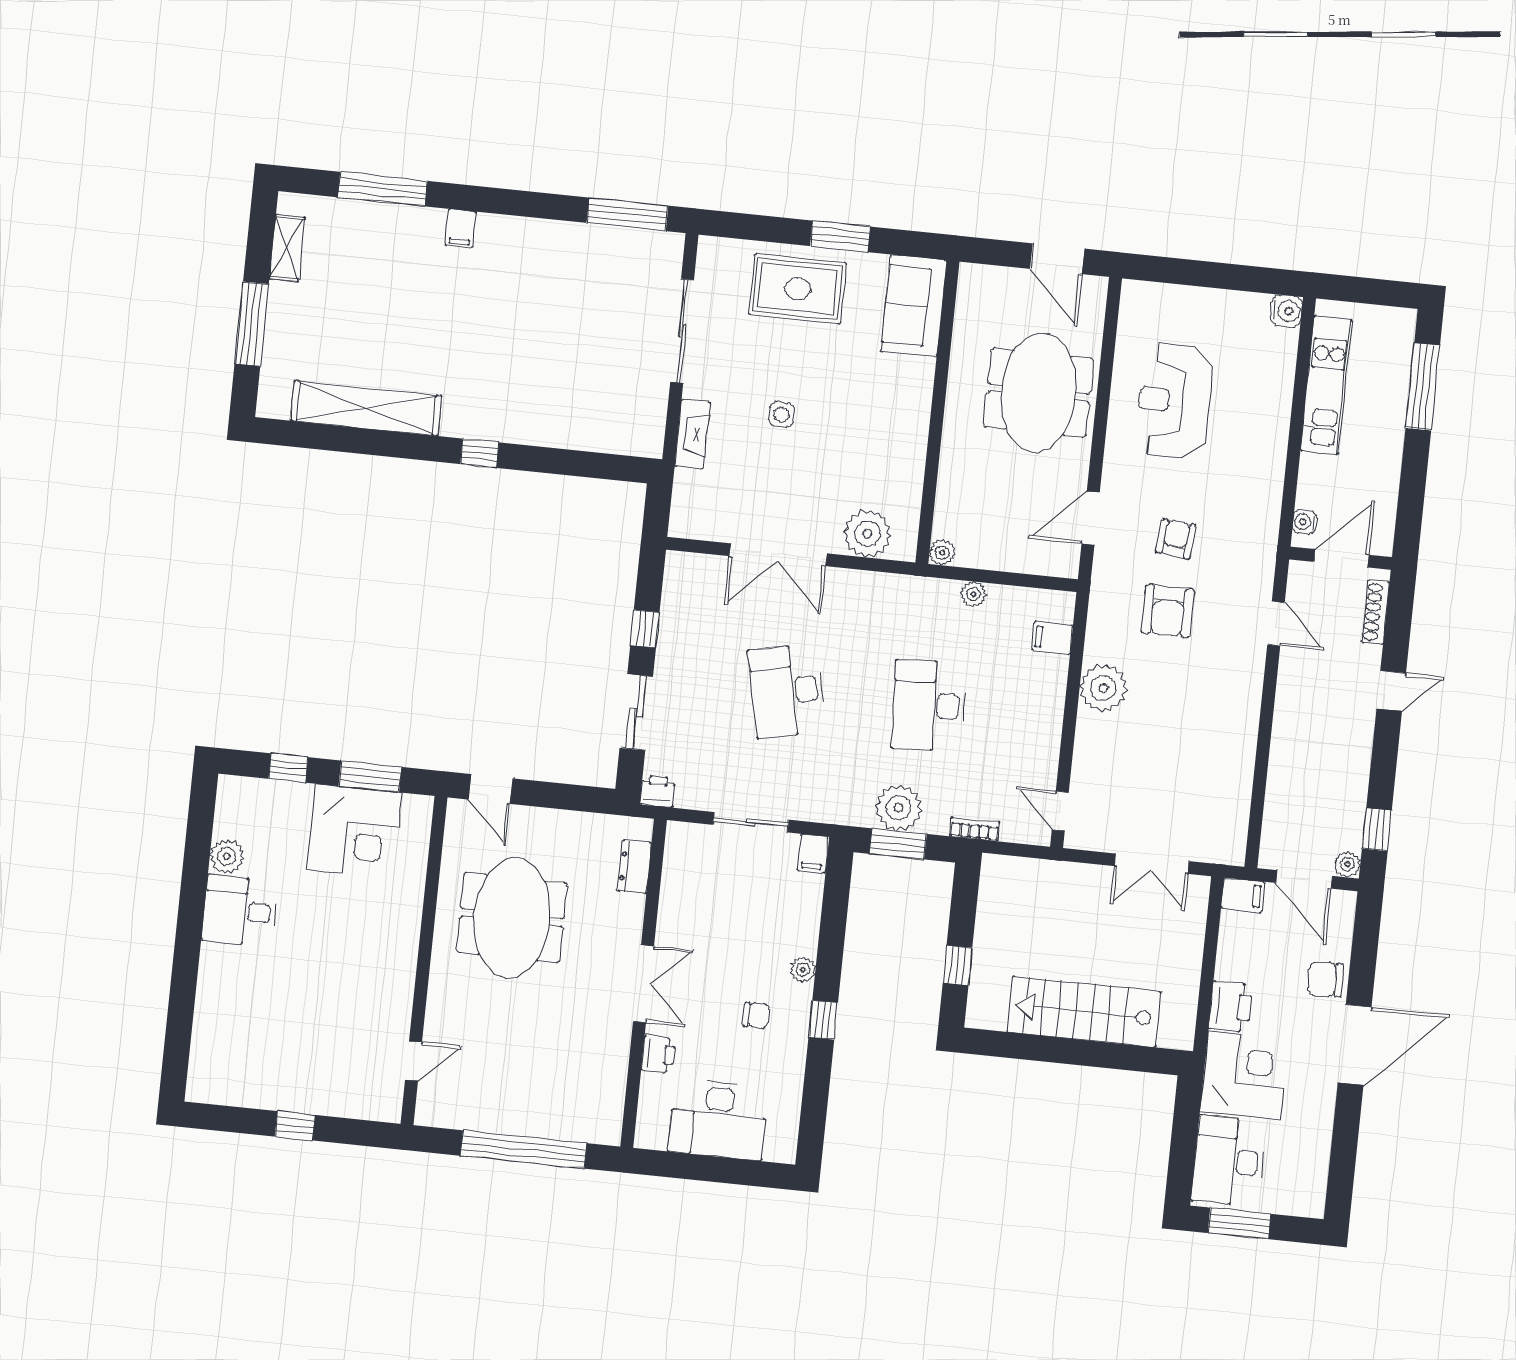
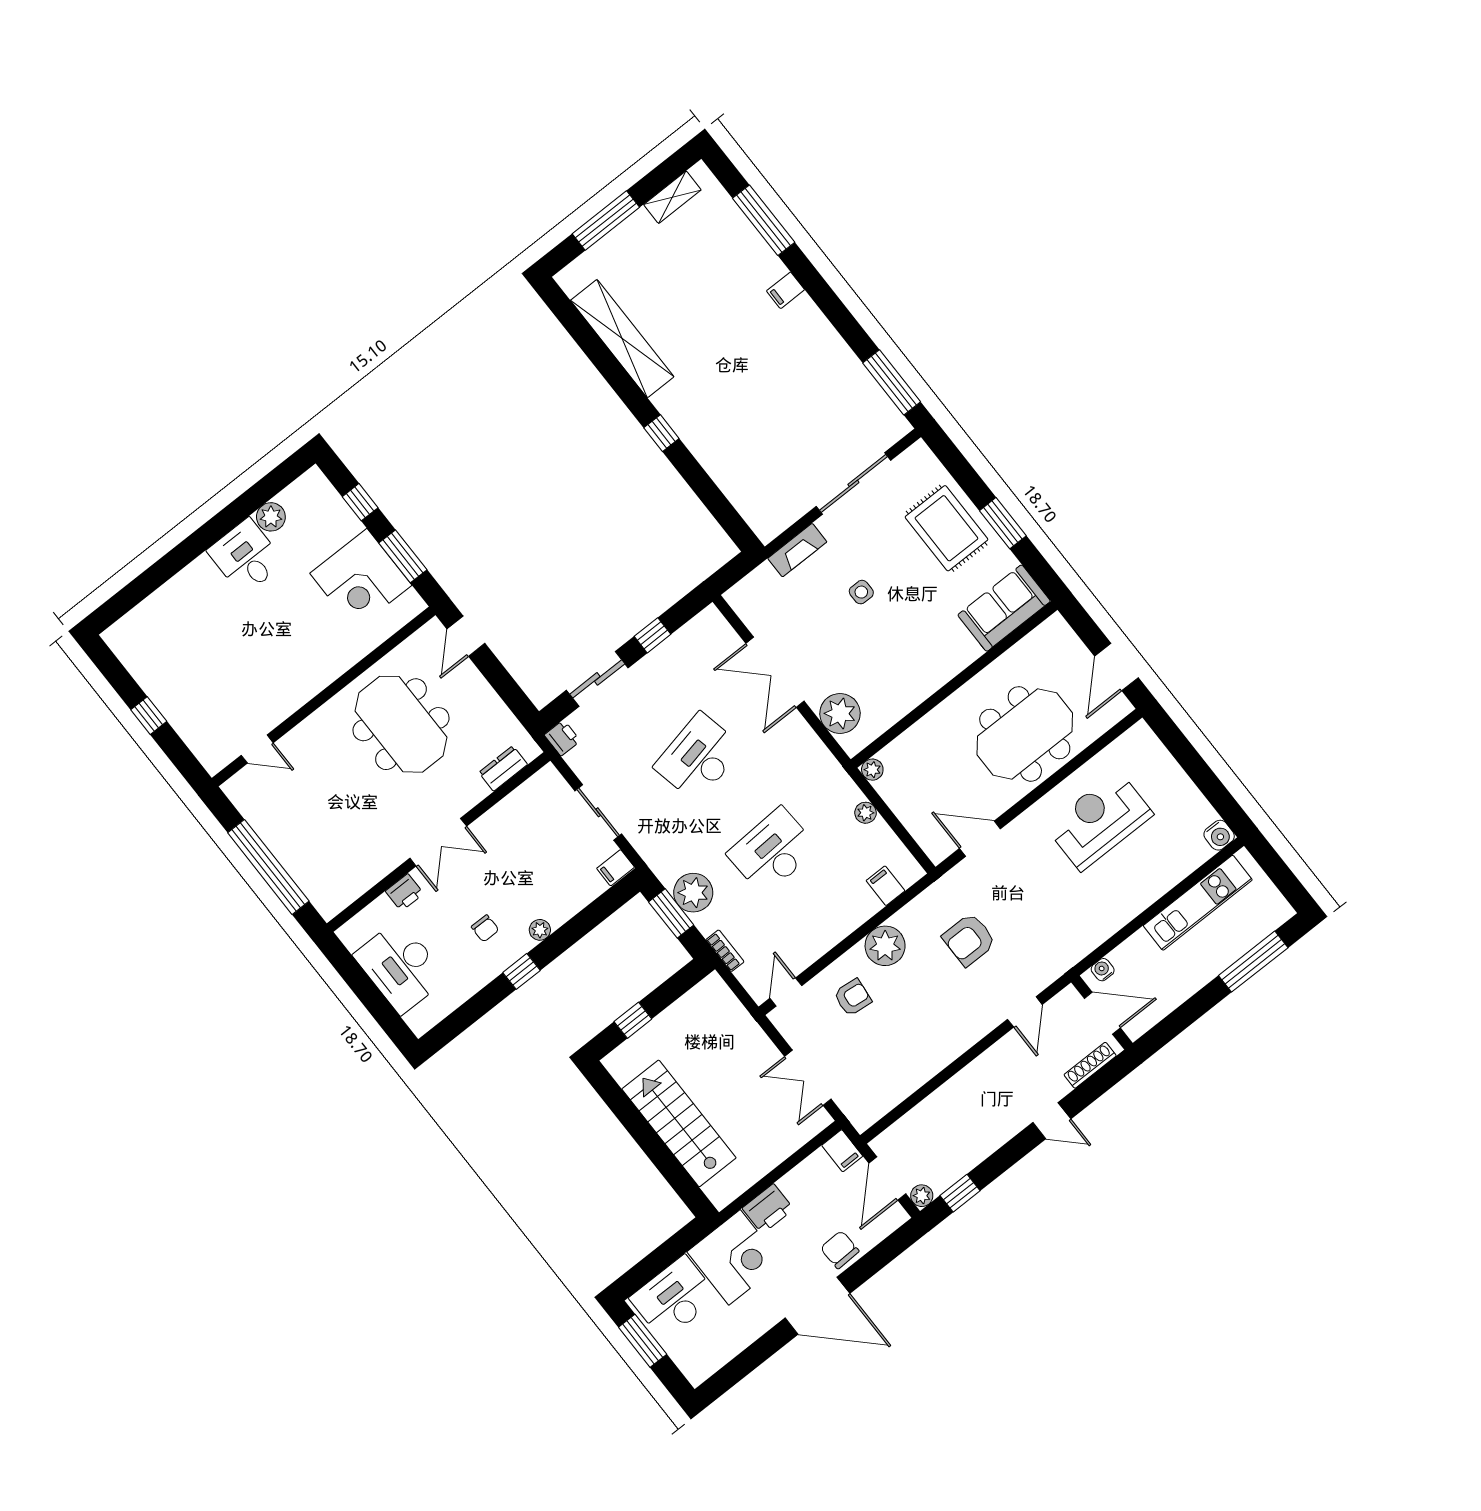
armchair: (1176, 539) -> (853, 997), moved
meeting table: (512, 917) -> (401, 724), turned 90

